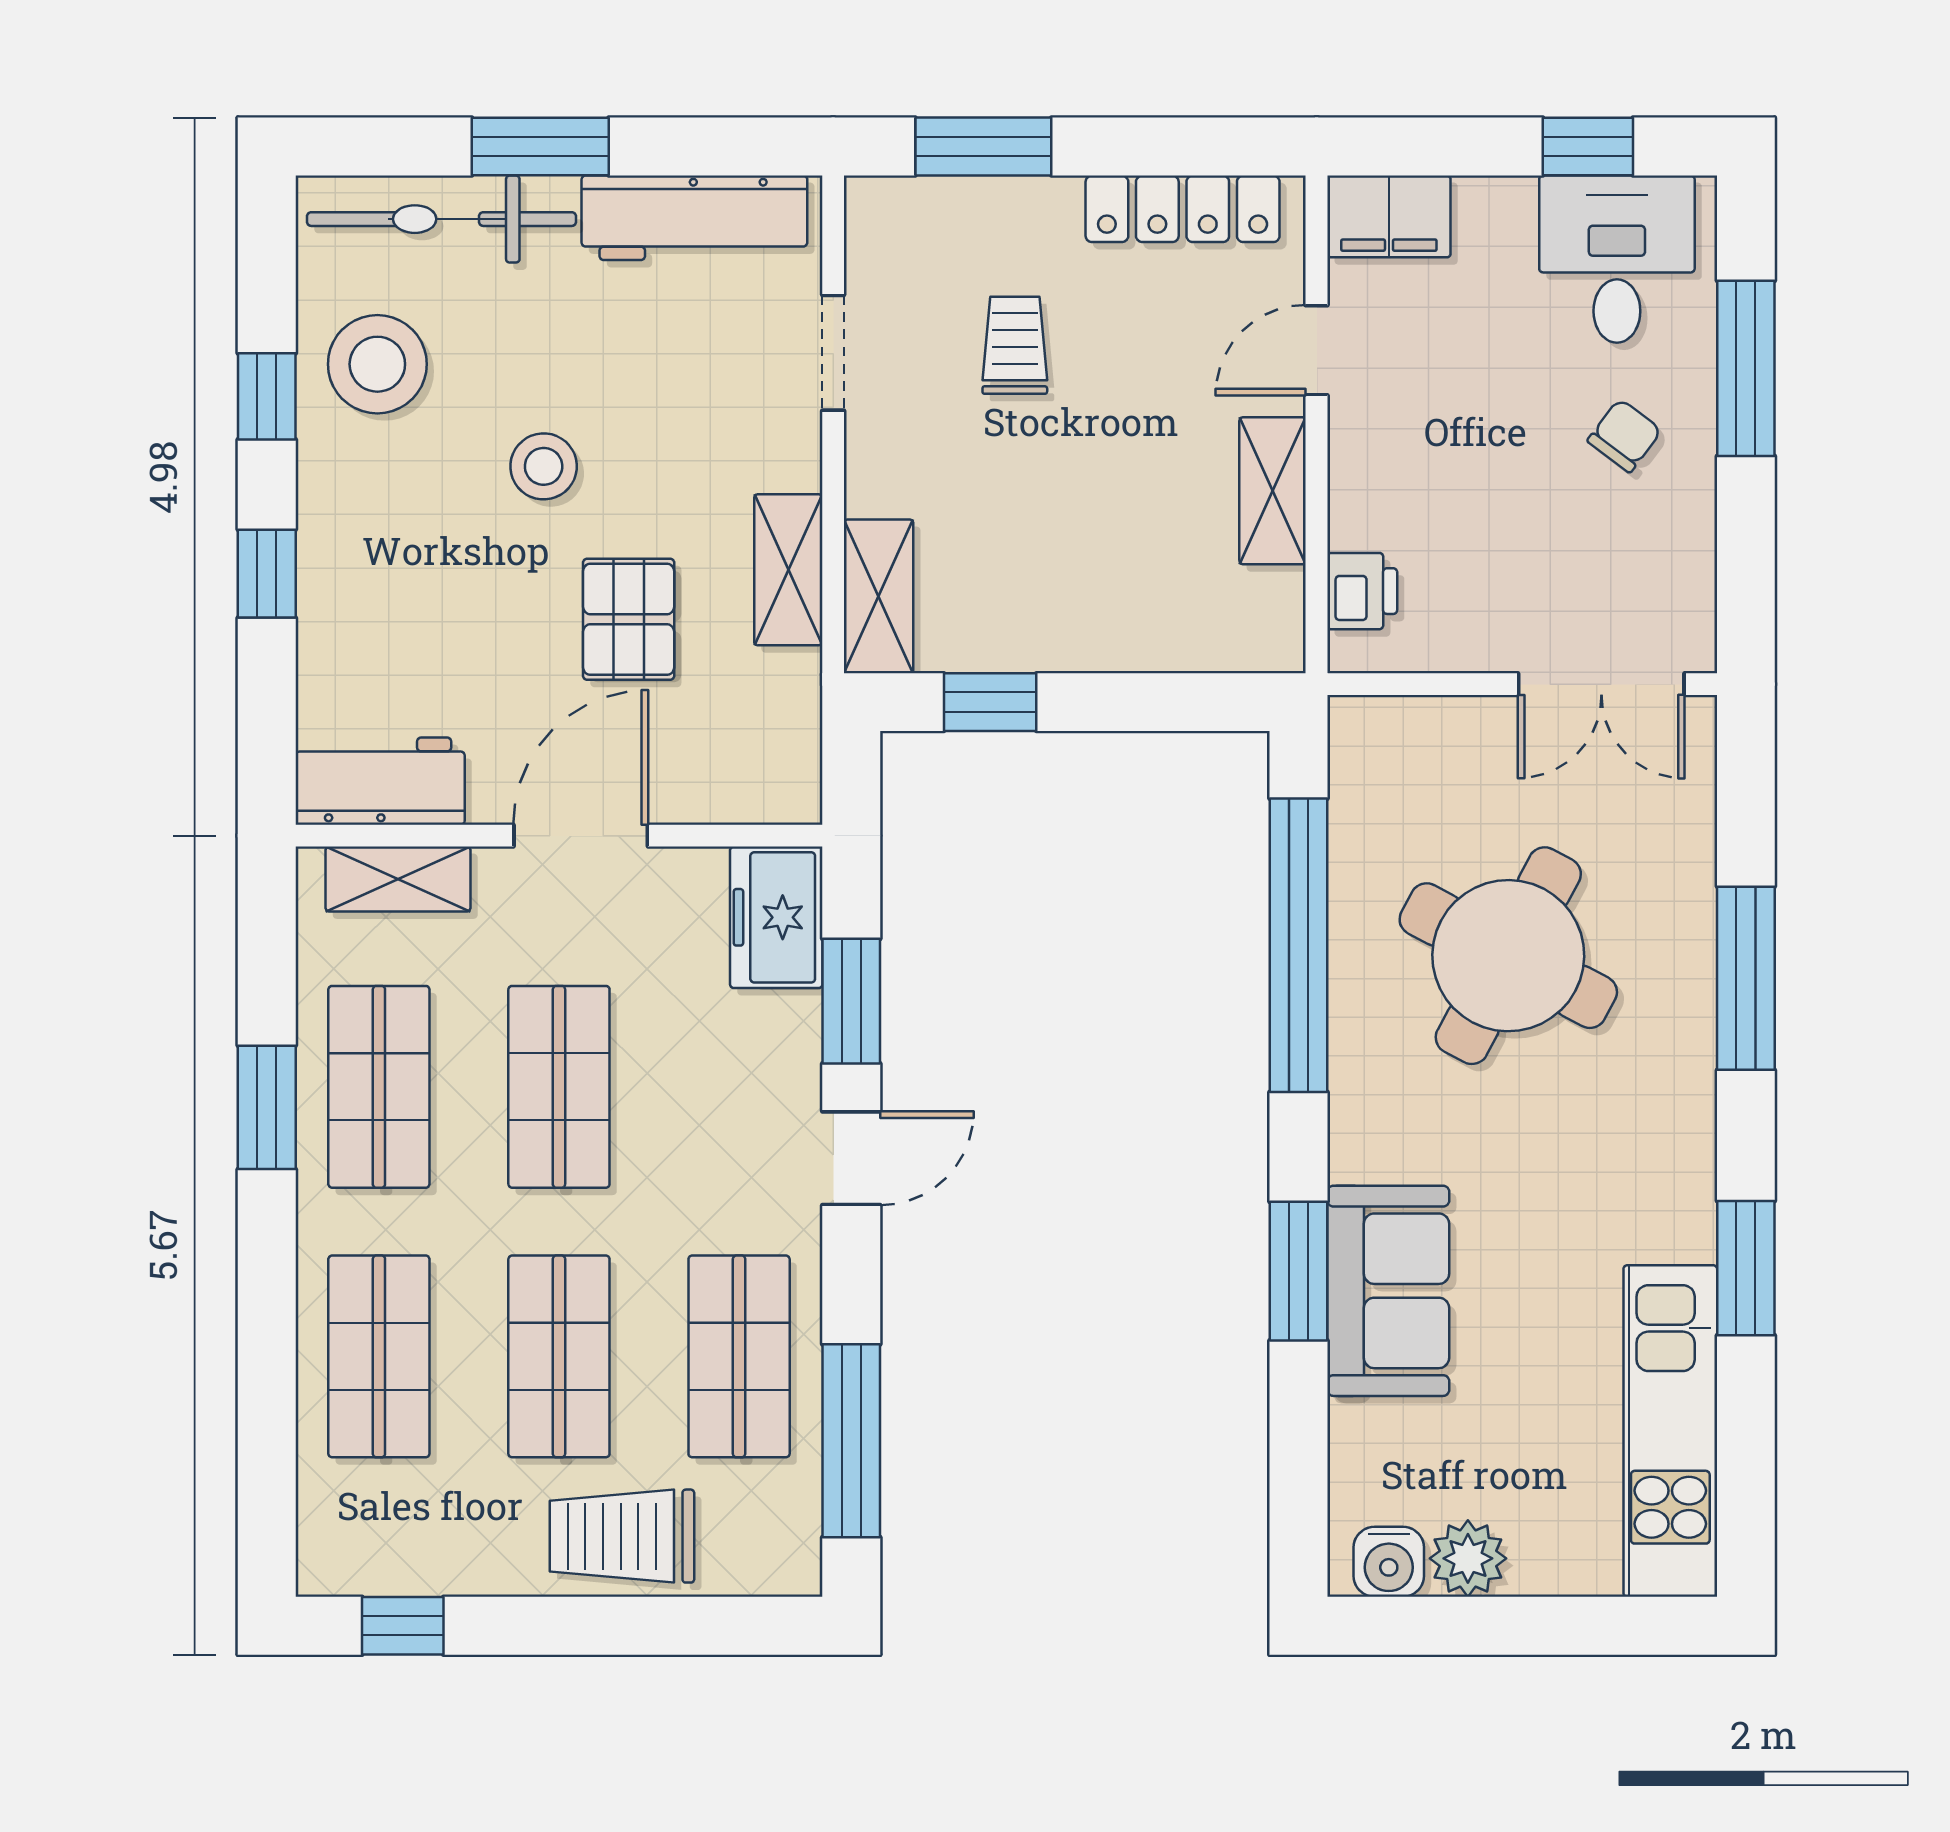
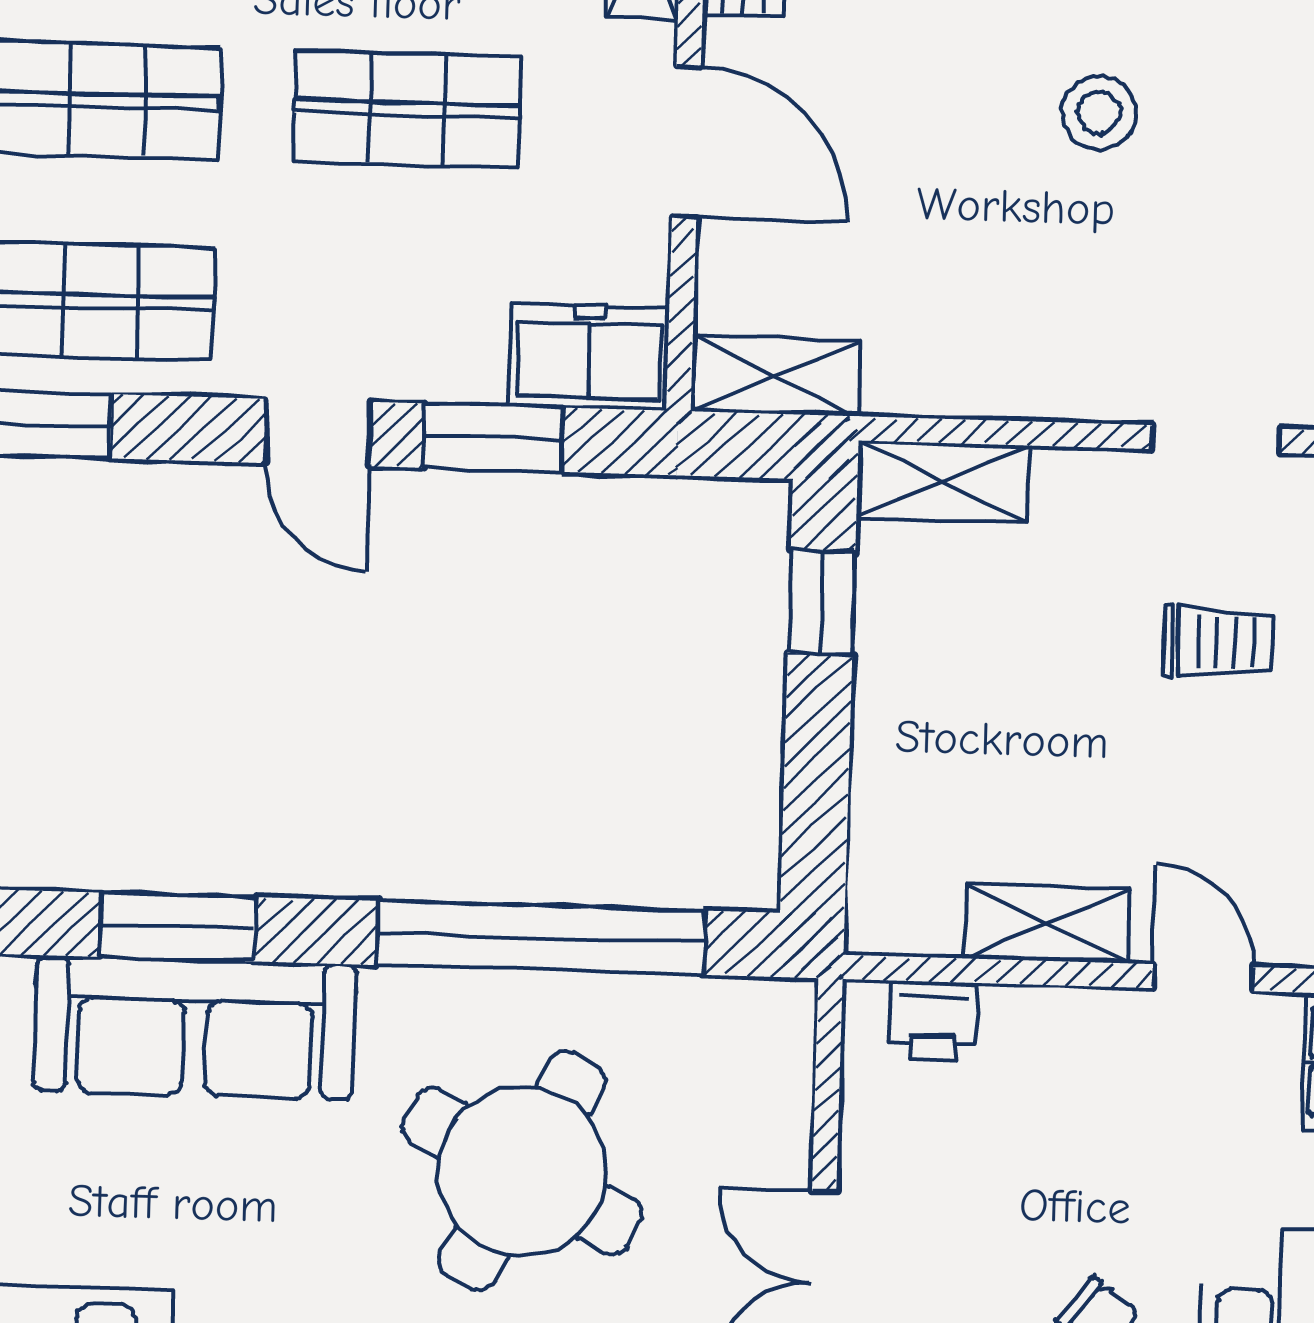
shelving: (788, 570) -> (776, 376), moved
pallet: (629, 619) -> (926, 202), removed
sofa: (1388, 1291) -> (195, 1028), width x1.36

